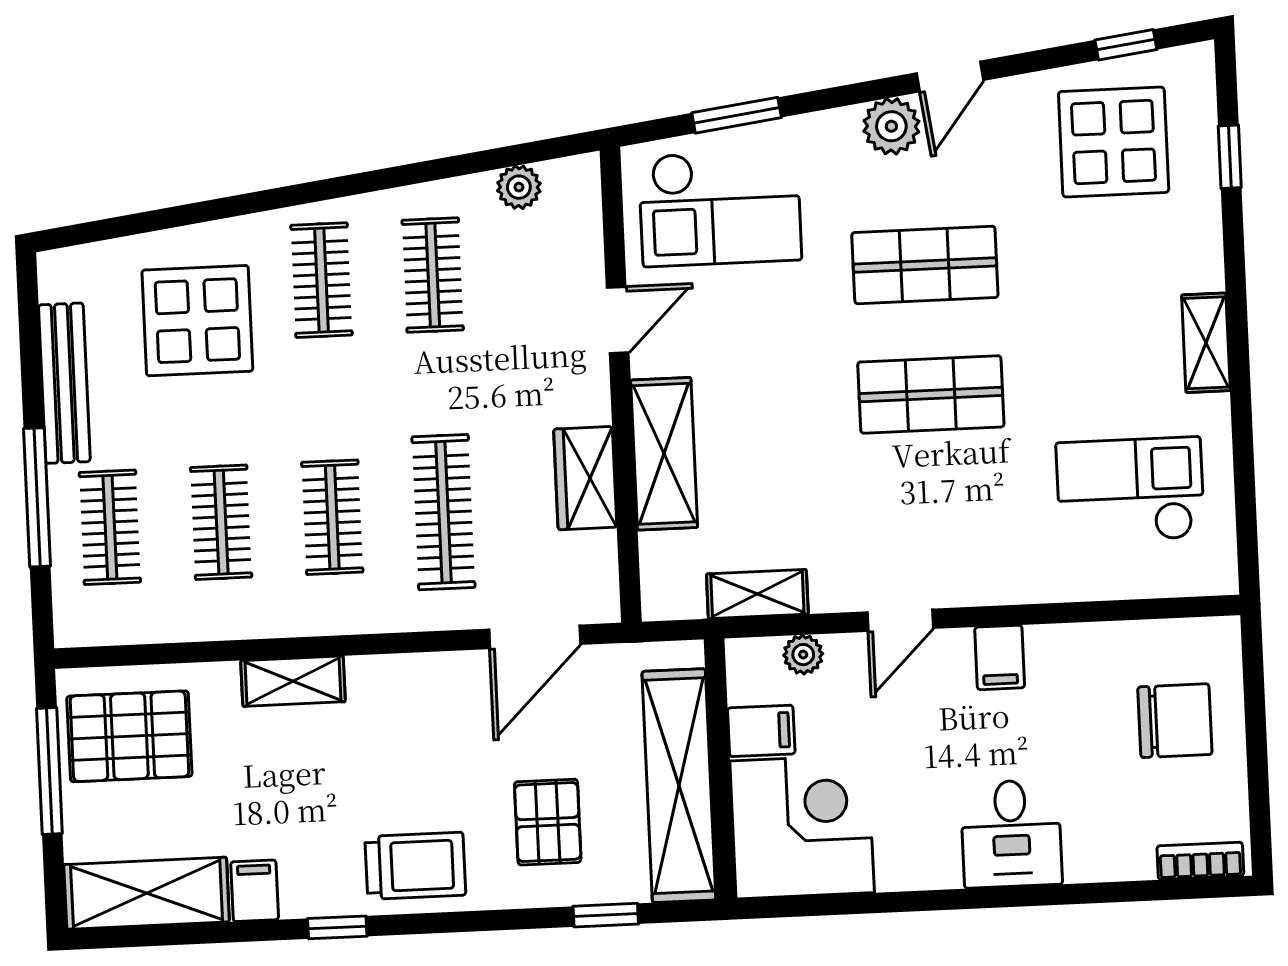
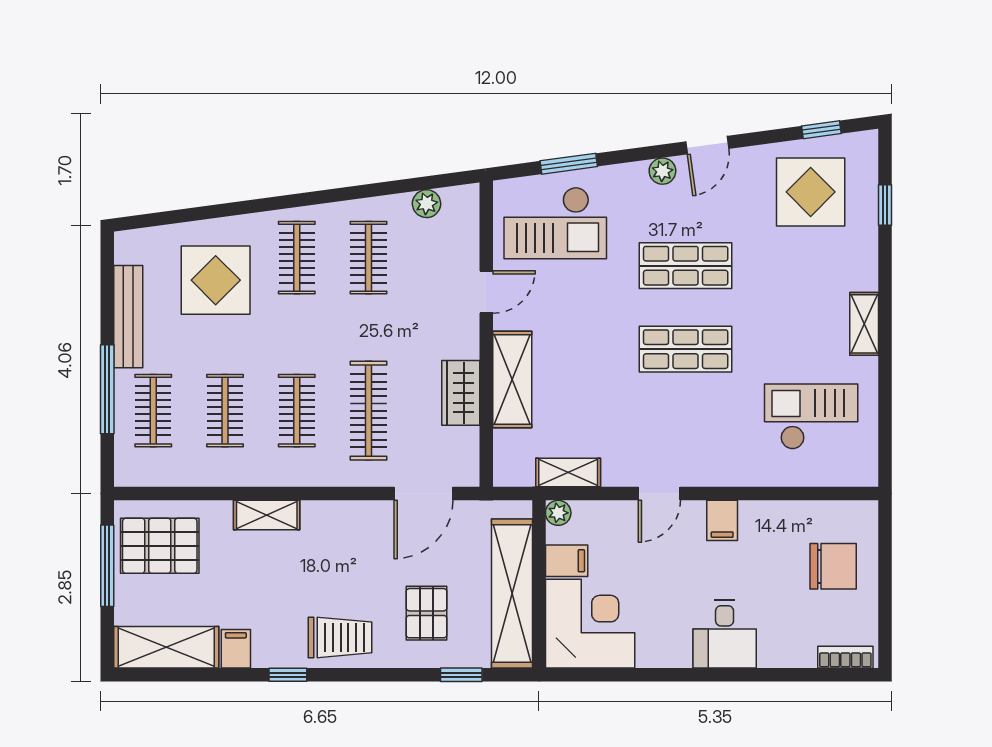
plant: (891, 126) -> (662, 171), width x0.73, depth x0.73
plant: (803, 655) -> (558, 513), moved

